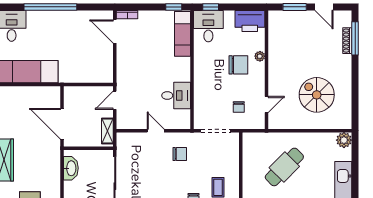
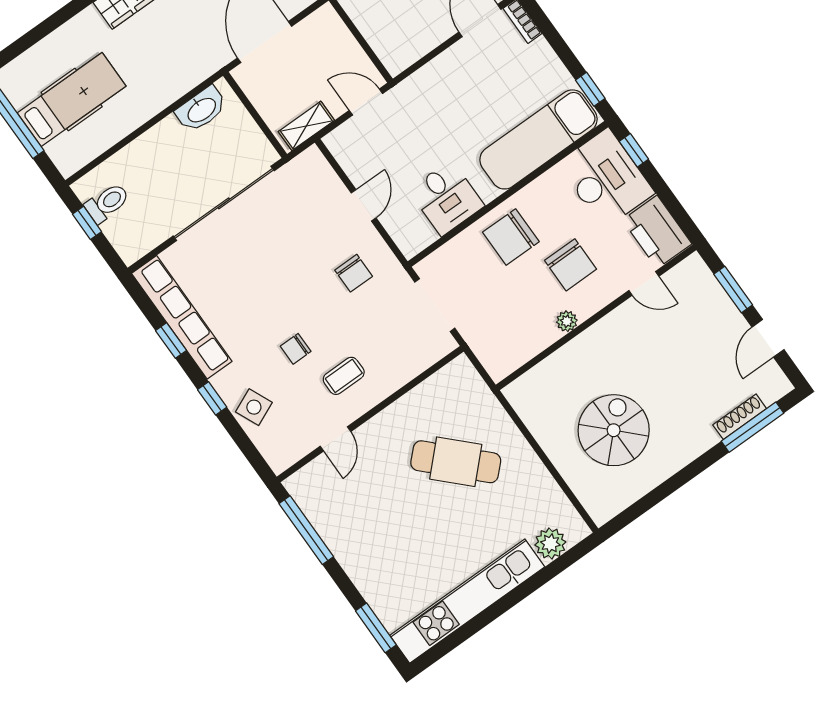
desk: (208, 26) -> (606, 178), width x1.37
exam couch: (183, 34) -> (538, 139), width x1.36, depth x1.45
plant: (260, 56) -> (567, 321), moved
door: (267, 104) -> (644, 283), moved
chair: (239, 107) -> (511, 237), moved, width x1.87, depth x1.87
plant: (344, 140) -> (550, 544), moved

